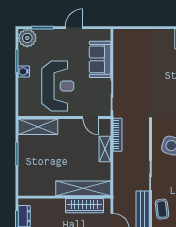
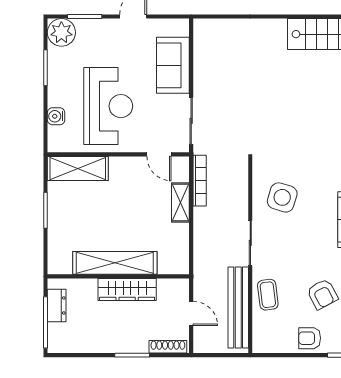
water cooler: (24, 71) -> (56, 116), moved
shelving: (83, 188) -> (115, 263), moved
wardrobe: (84, 206) -> (127, 290), moved

